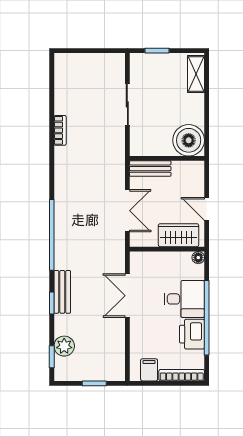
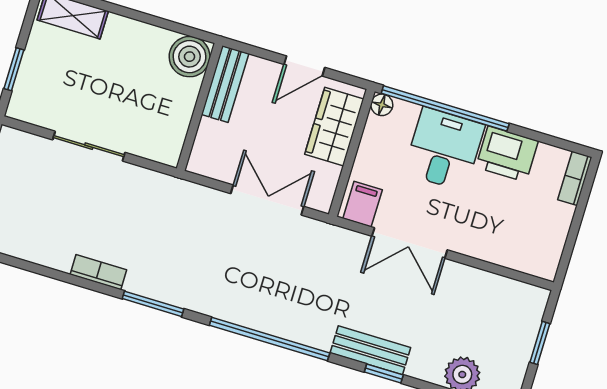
boiler: (189, 140) -> (190, 57), width x0.73, depth x0.73
window: (52, 165) -> (153, 304), added
bench: (150, 169) -> (225, 84), moved
window: (207, 318) -> (445, 108), moved
filing cabinet: (149, 370) -> (363, 204), moved, turned 90
bookcase: (182, 375) -> (575, 178), width x0.64

